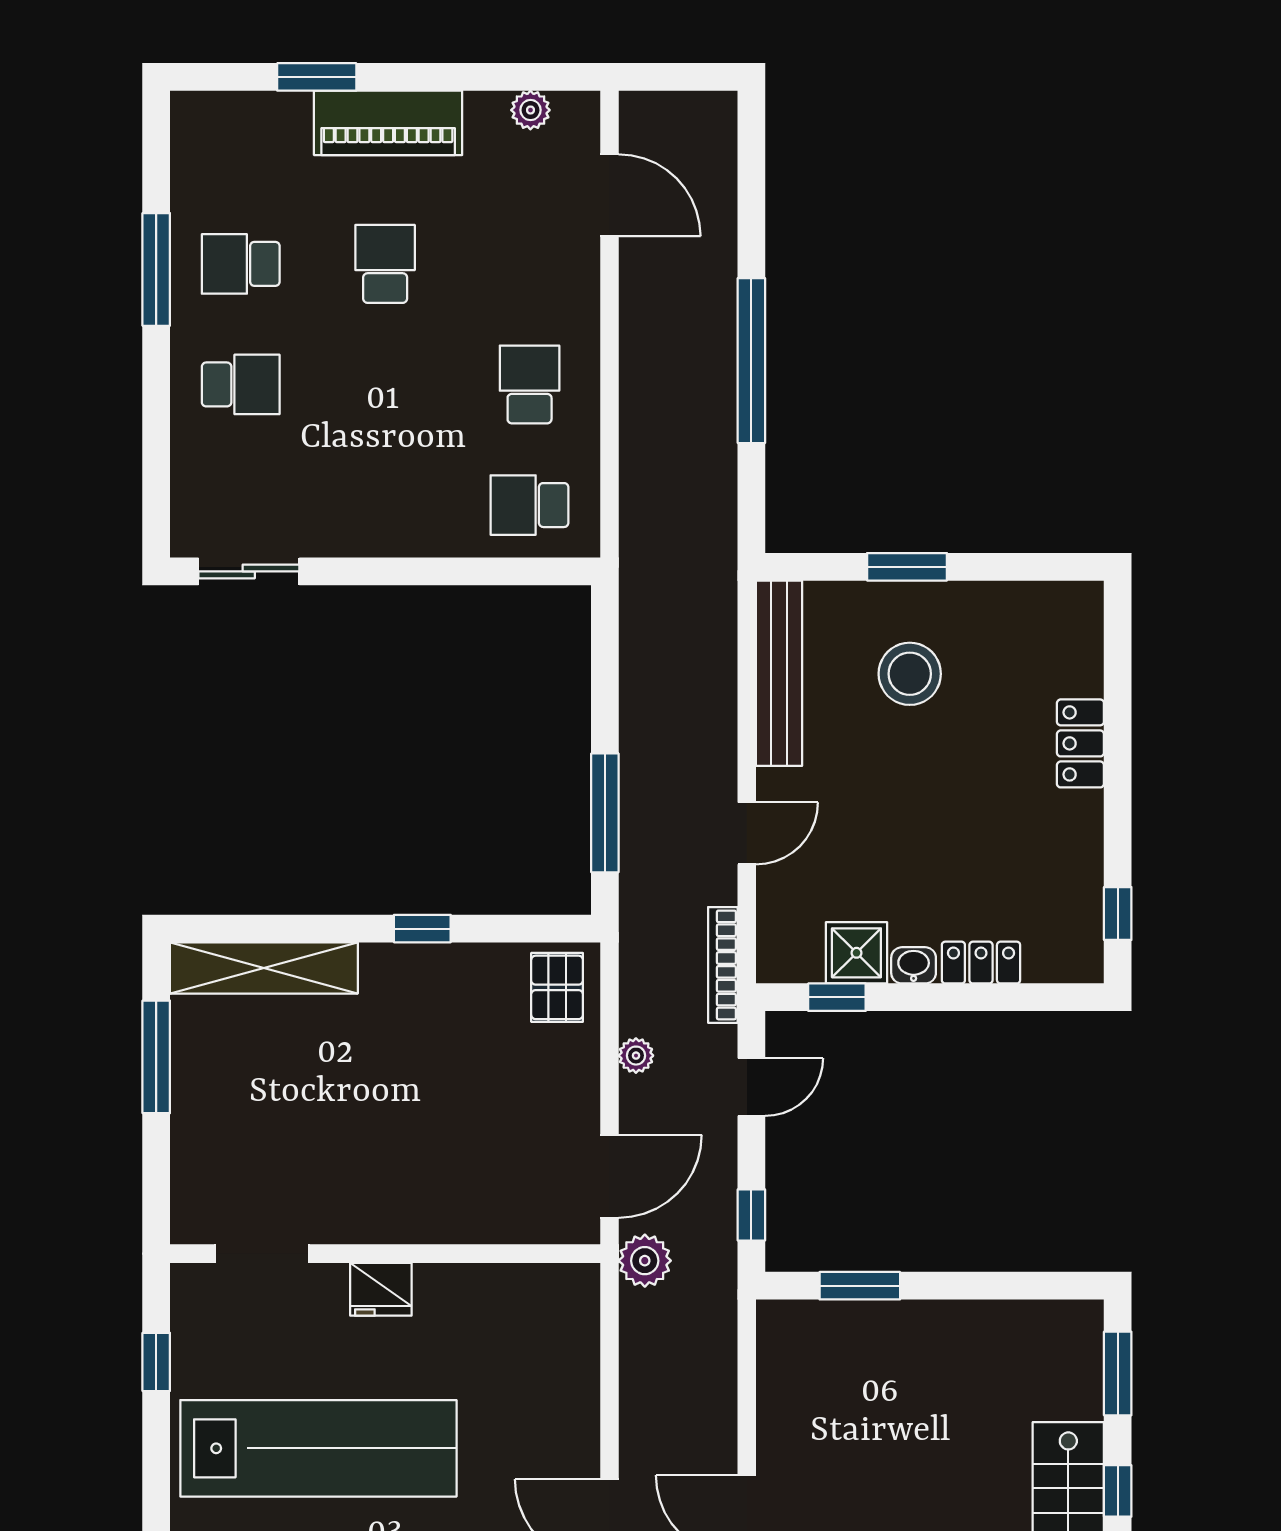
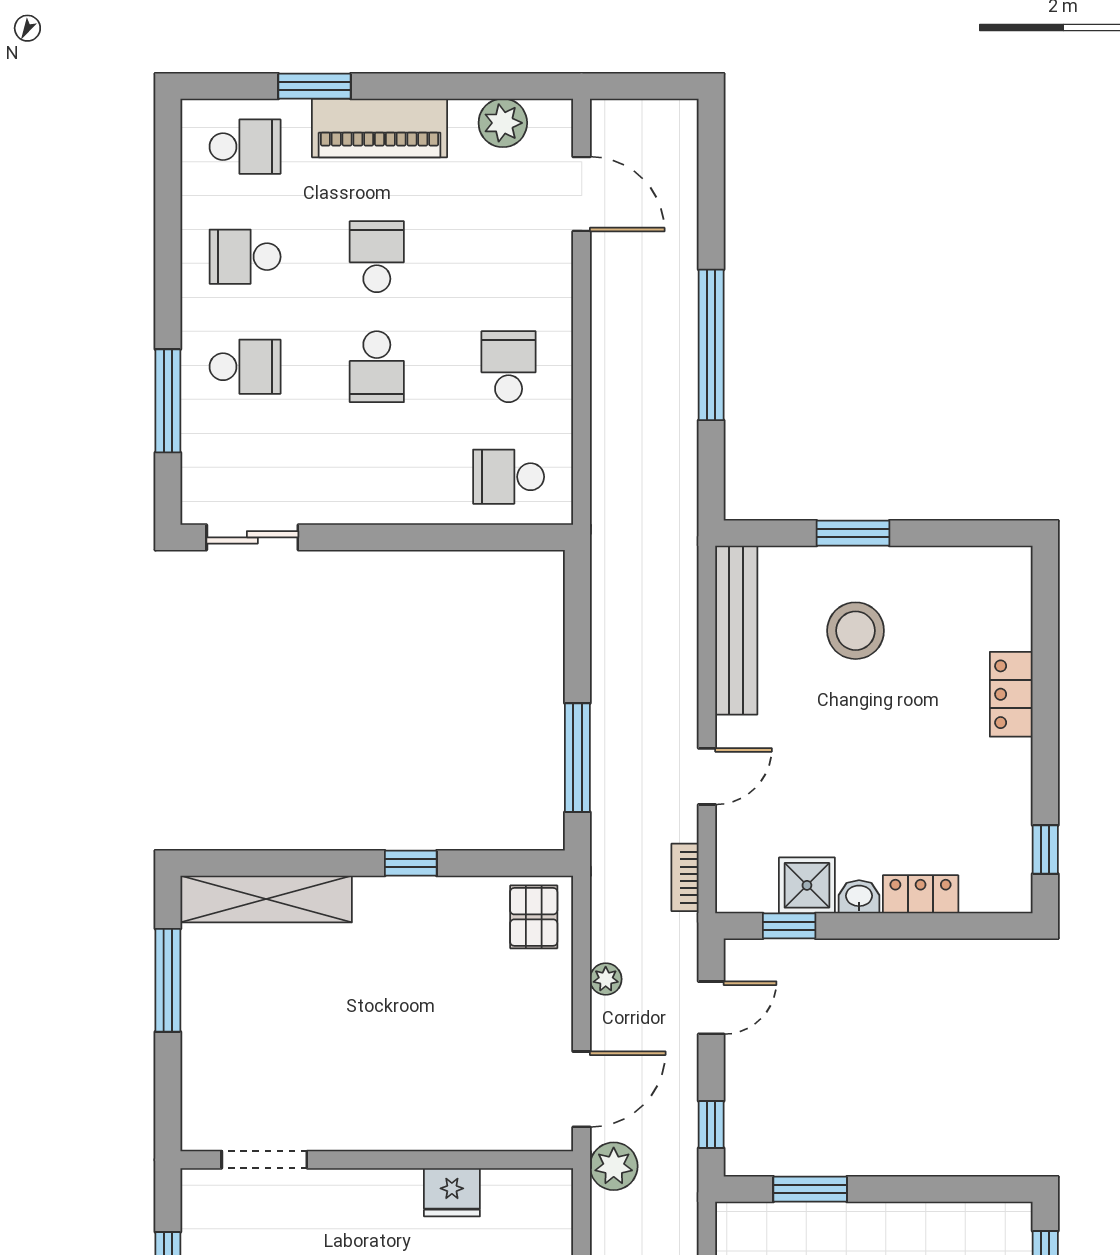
plant: (530, 110) -> (503, 123), width x1.38, depth x1.38
school desk: (241, 143) -> (245, 147), added
window: (156, 269) -> (168, 401), moved
school desk: (385, 384) -> (377, 367), added
bookcase: (723, 965) -> (685, 877), width x0.64
fridge: (381, 1289) -> (452, 1192), moved

